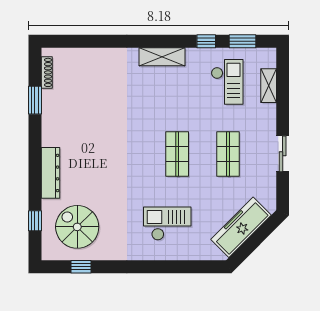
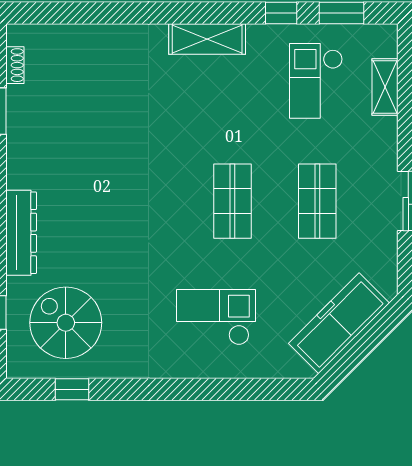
shoe rack: (47, 72) -> (15, 65), width x0.70
checkout: (227, 82) -> (316, 81), turned 180

